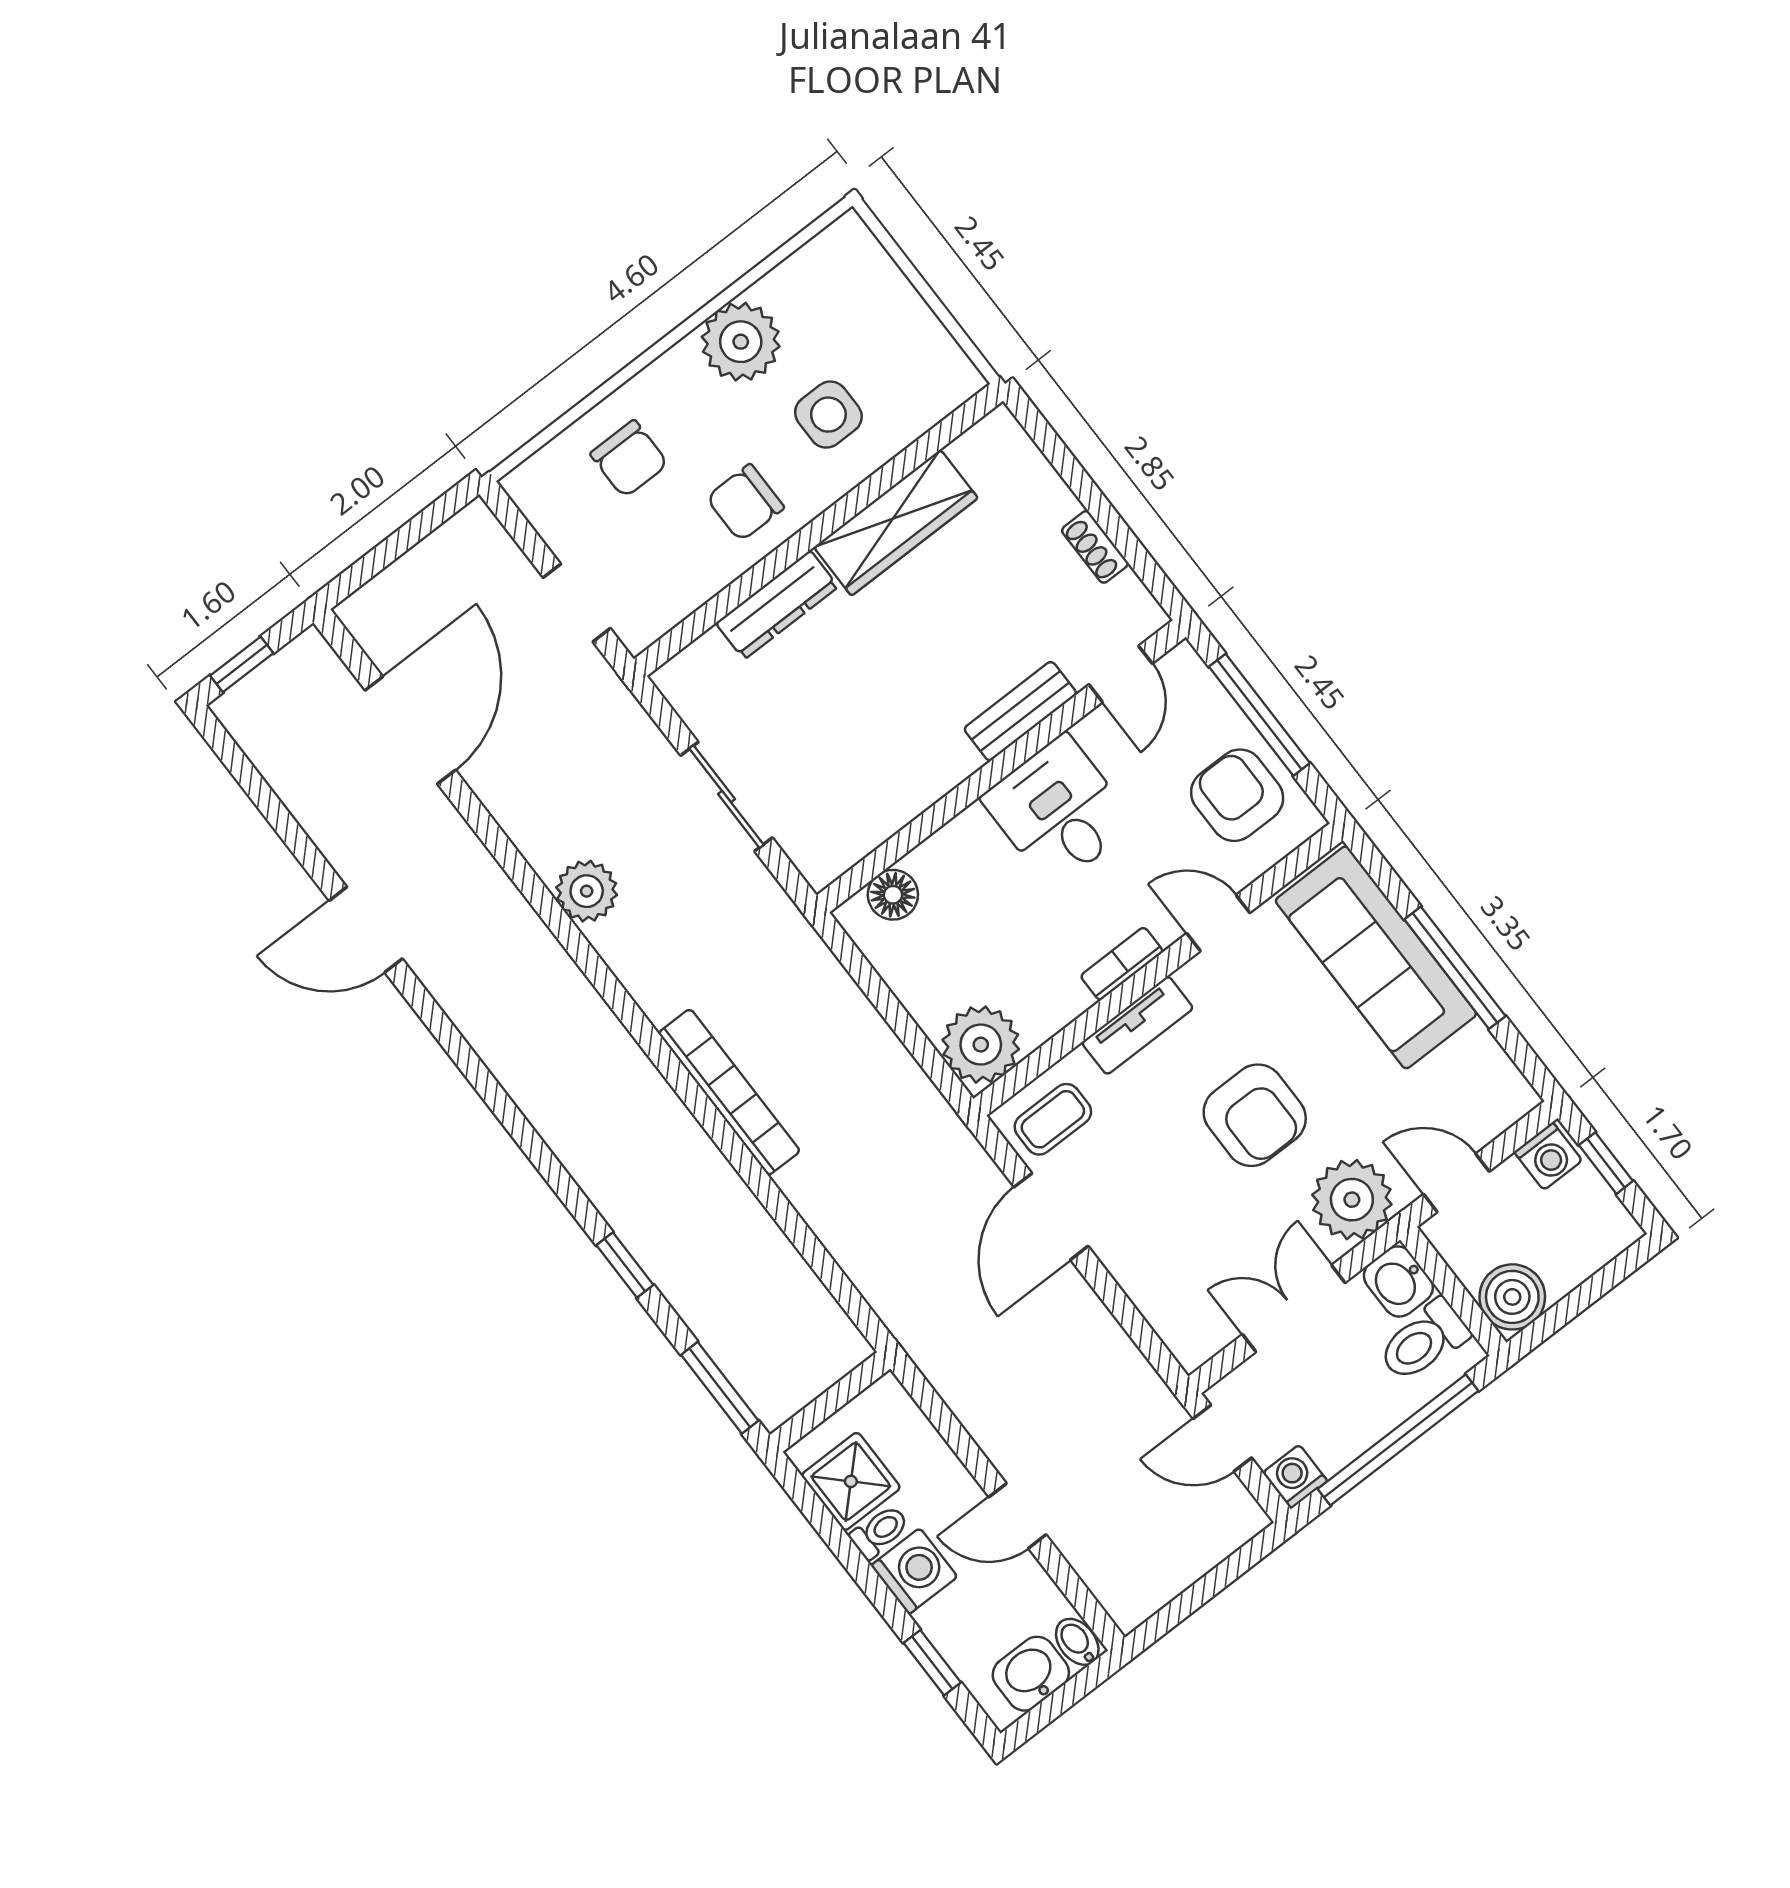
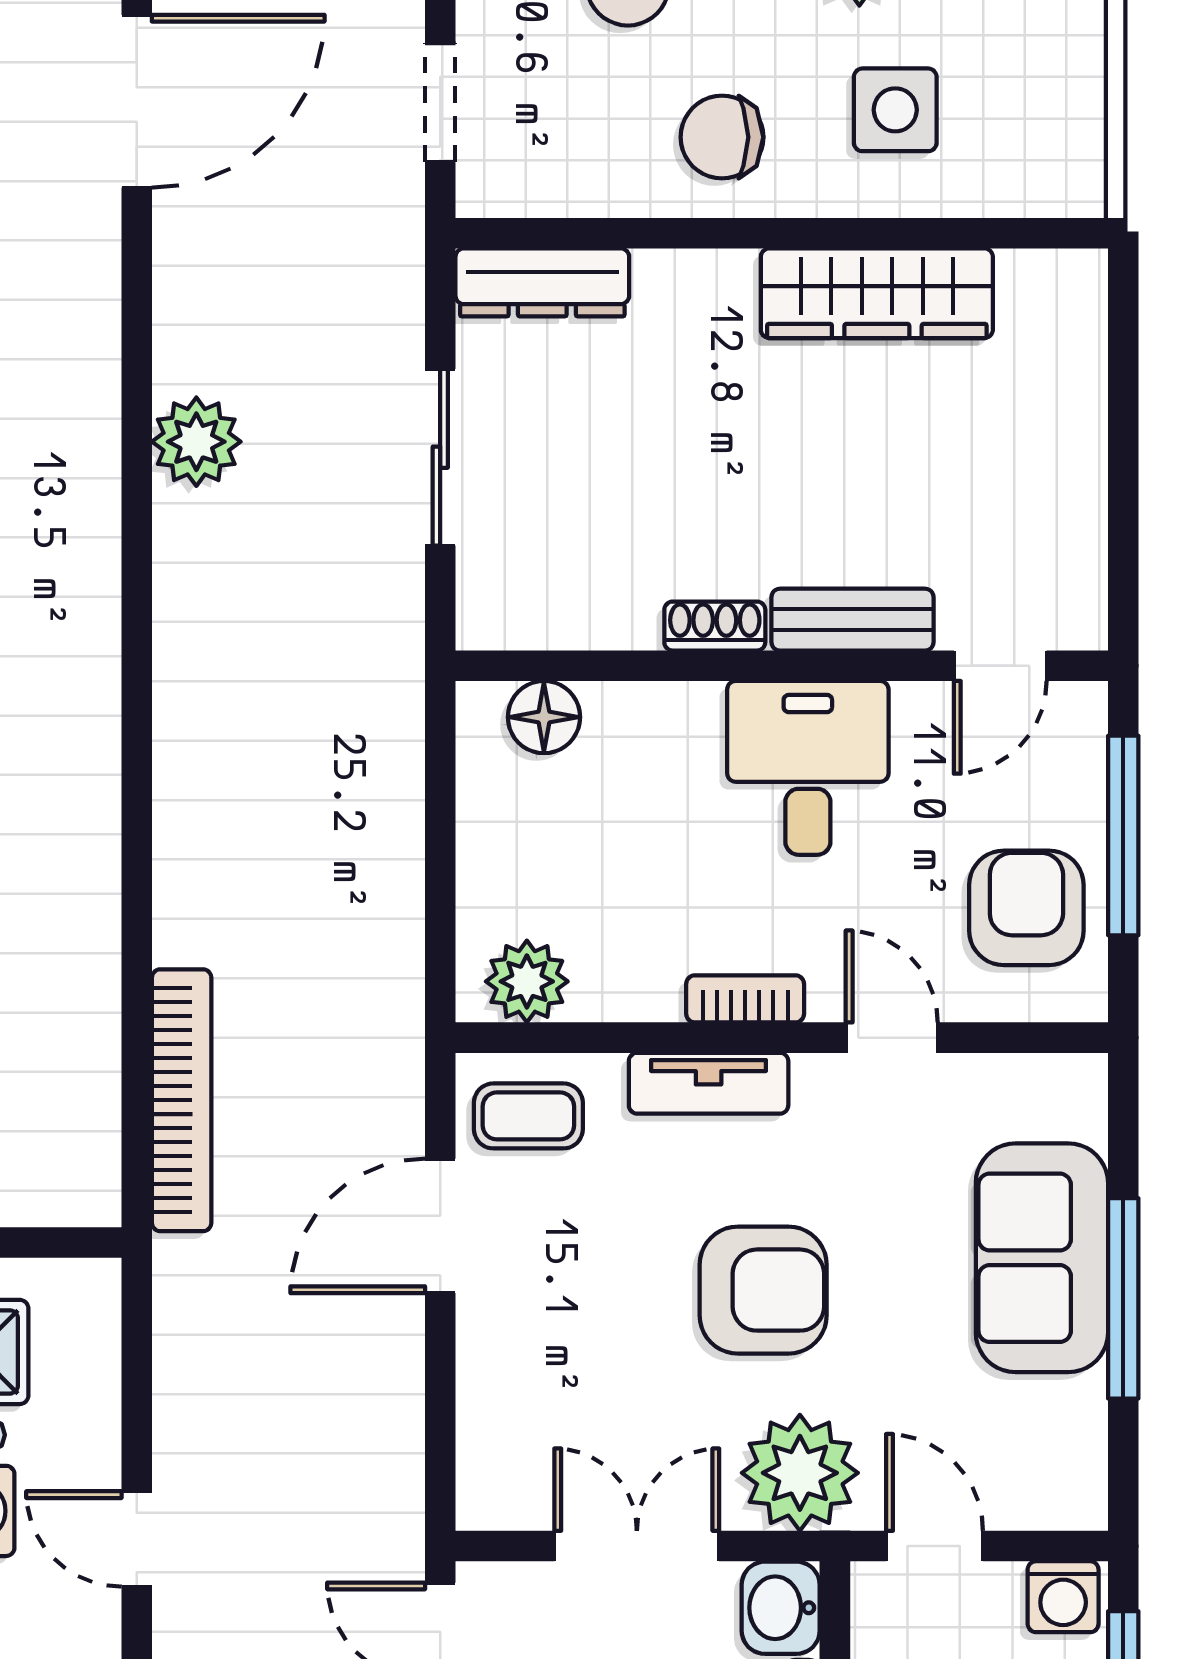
shoe rack: (1095, 547) -> (715, 626), moved, turned 90
dresser: (777, 605) -> (542, 282), moved
sofa: (1376, 957) -> (1042, 1258), width x0.73
plant: (981, 1045) -> (527, 981), width x0.73, depth x0.73
bookcase: (729, 1092) -> (182, 1100), moved
armchair: (1255, 1115) -> (763, 1290), turned -90

